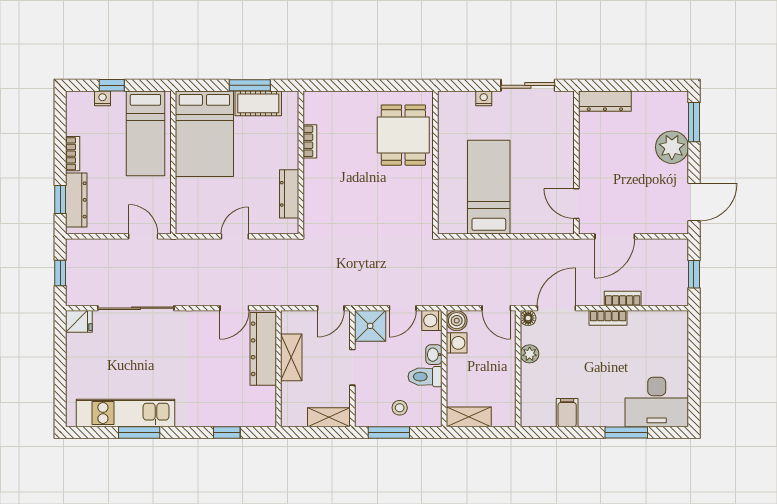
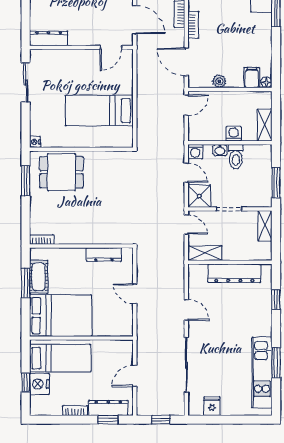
window: (392, 85) -> (26, 181), added
nightstand: (103, 98) -> (39, 384), width x1.89, depth x1.79
nightstand: (484, 98) -> (35, 142), moved
dresser: (605, 101) -> (49, 38), moved, turned -90
bookcase: (310, 141) -> (42, 240), moved
door: (143, 236) -> (135, 376), moved
door: (234, 308) -> (186, 310), moved
floor lamp: (528, 318) -> (266, 82), moved
fridge: (79, 321) -> (212, 406), moved
boiler: (457, 321) -> (195, 134), removed
washing machine: (457, 343) -> (234, 134), moved
dresser: (263, 349) -> (234, 273), moved
shelving: (291, 357) -> (205, 253), moved
stool: (400, 408) -> (258, 175), removed
filing cabinet: (567, 413) -> (252, 78), moved, turned 90

